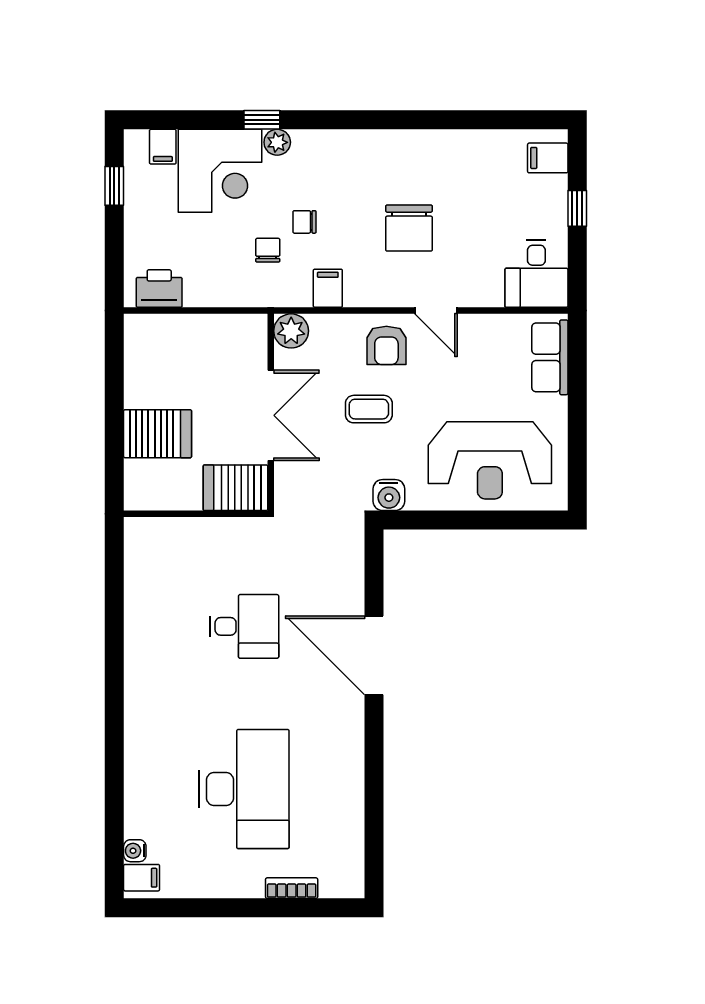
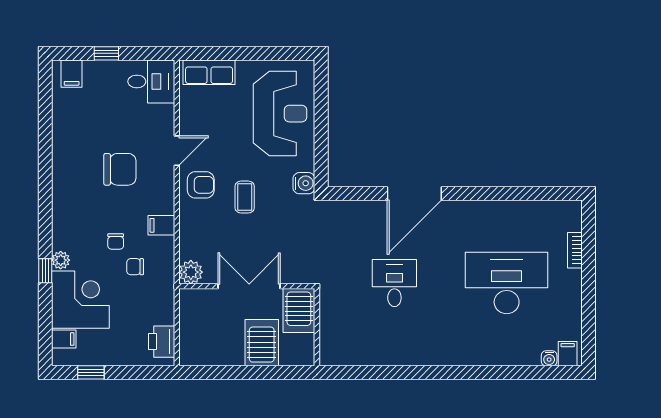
plant: (291, 331) -> (191, 272), moved
wall: (271, 412) -> (247, 286), moved
double door: (271, 415) -> (249, 286), moved
server rack: (235, 488) -> (299, 311), moved

